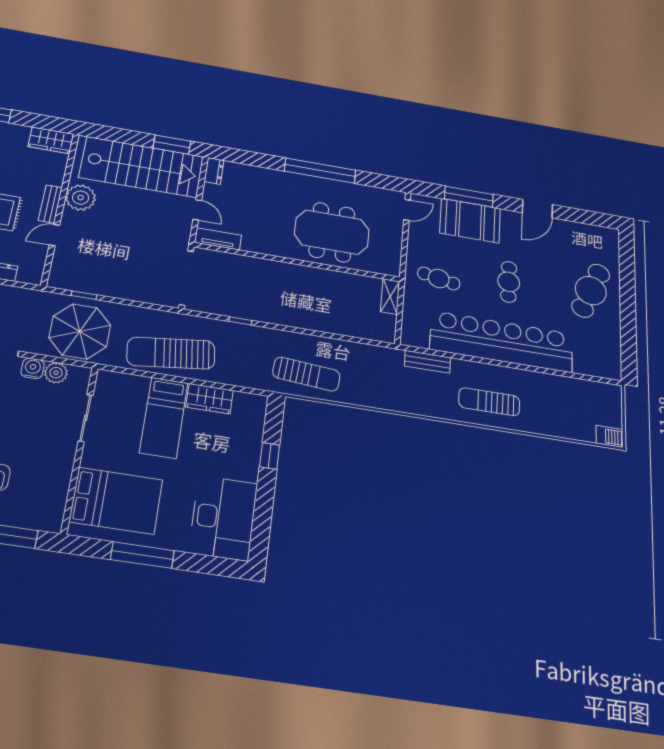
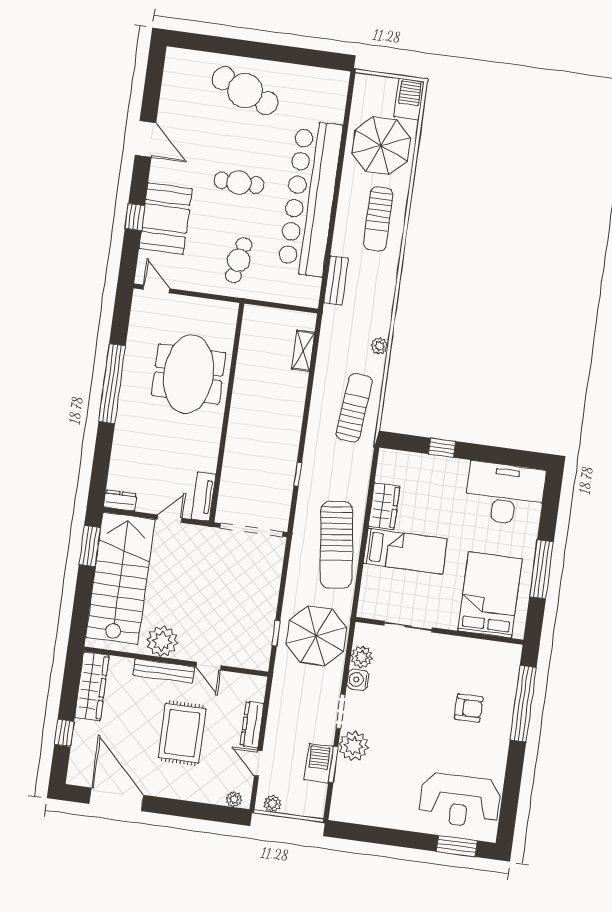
wardrobe: (51, 140) -> (92, 686), width x1.50
window: (469, 197) -> (135, 217), width x0.46
bench: (50, 204) -> (164, 671), width x1.36
shelving: (390, 297) -> (303, 351), moved, turned 90
plant: (368, 399) -> (379, 346), added
parasol: (558, 407) -> (381, 146), added
barbecue: (609, 436) -> (409, 99), width x1.38, depth x1.27

